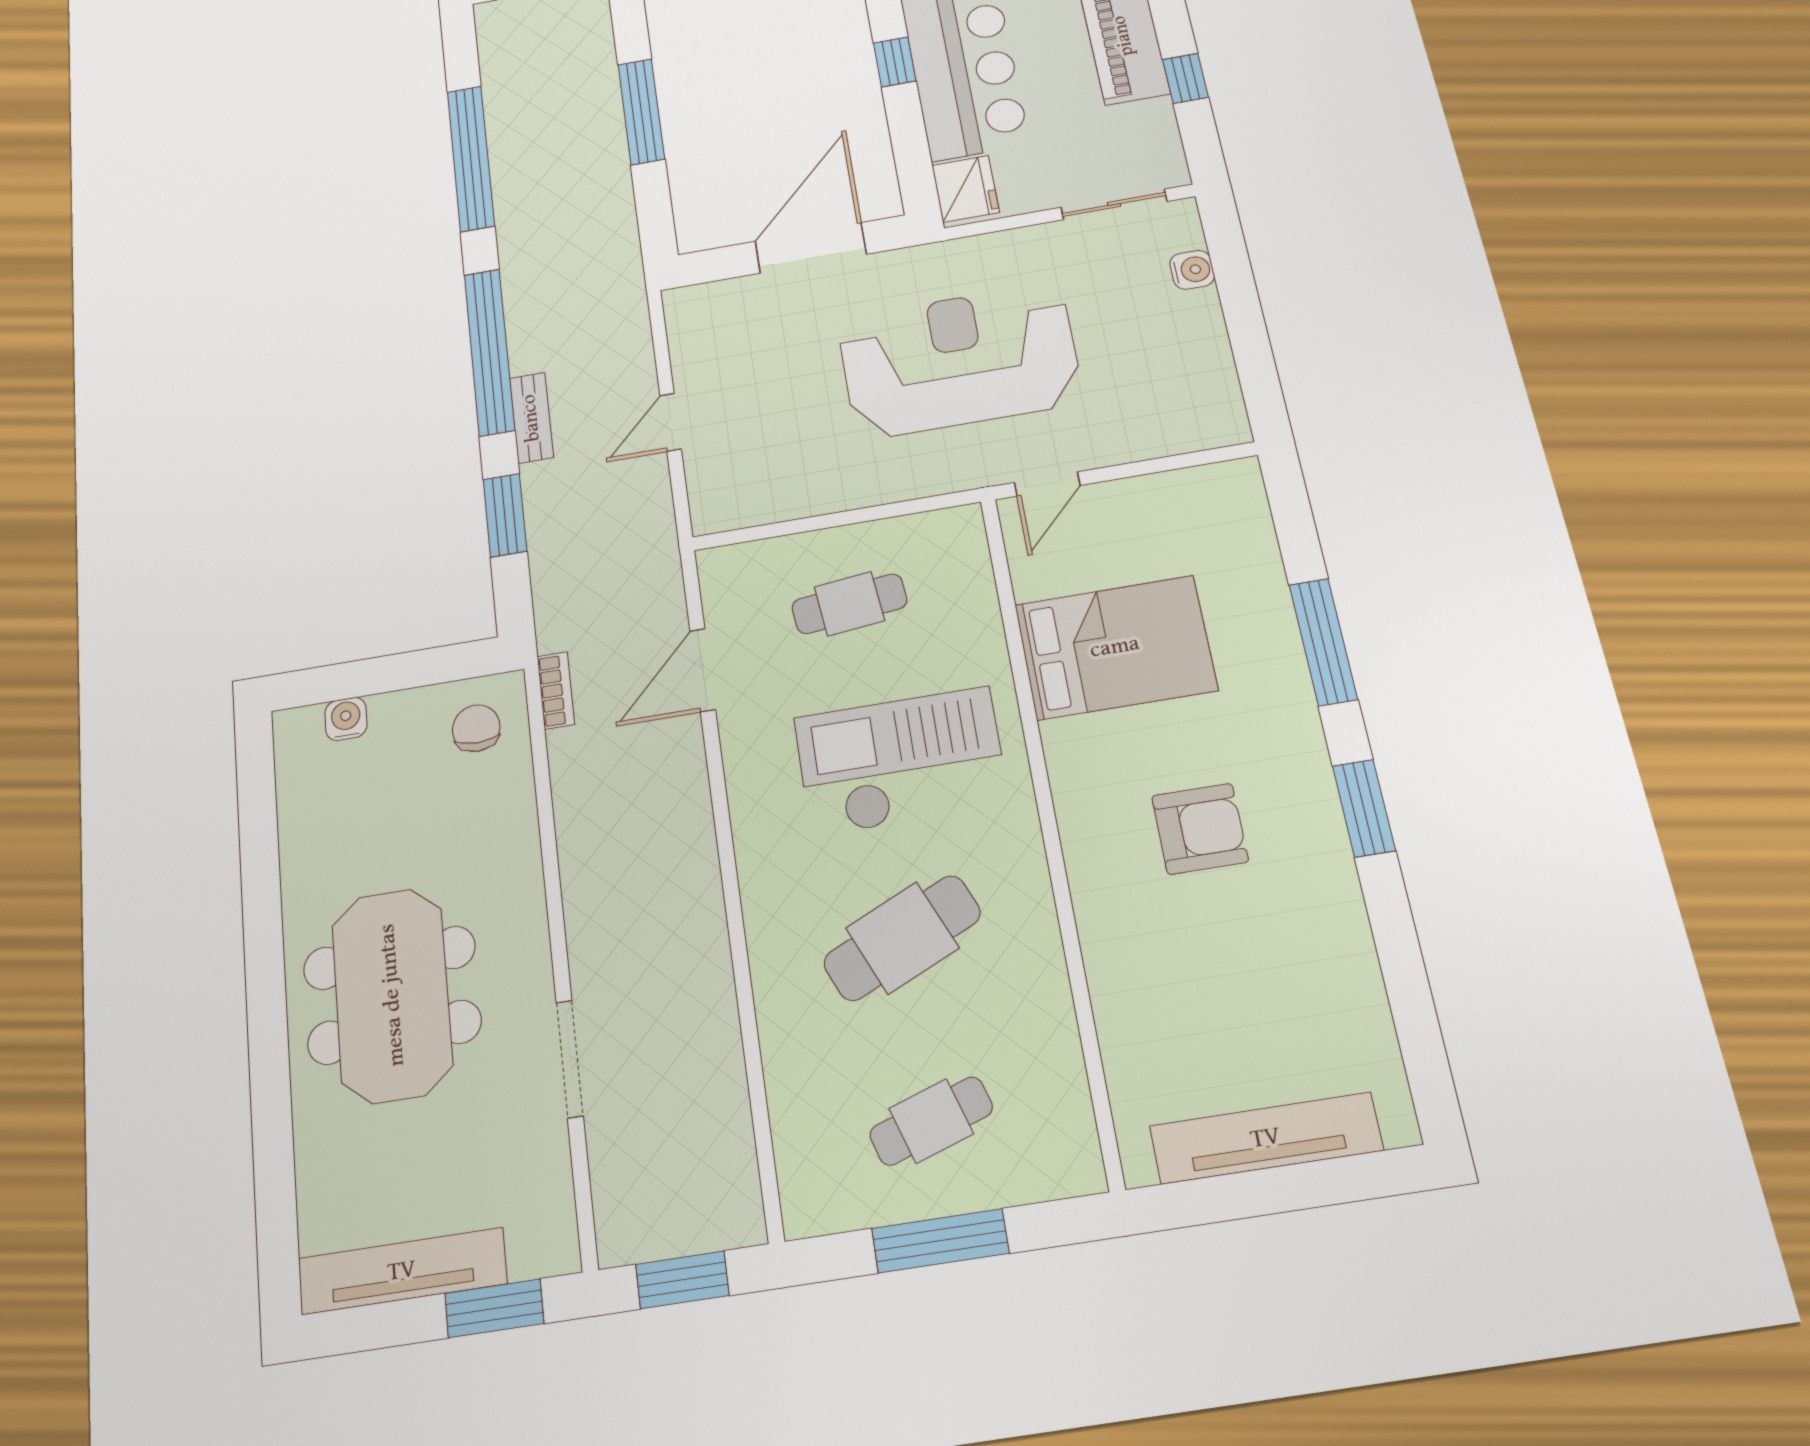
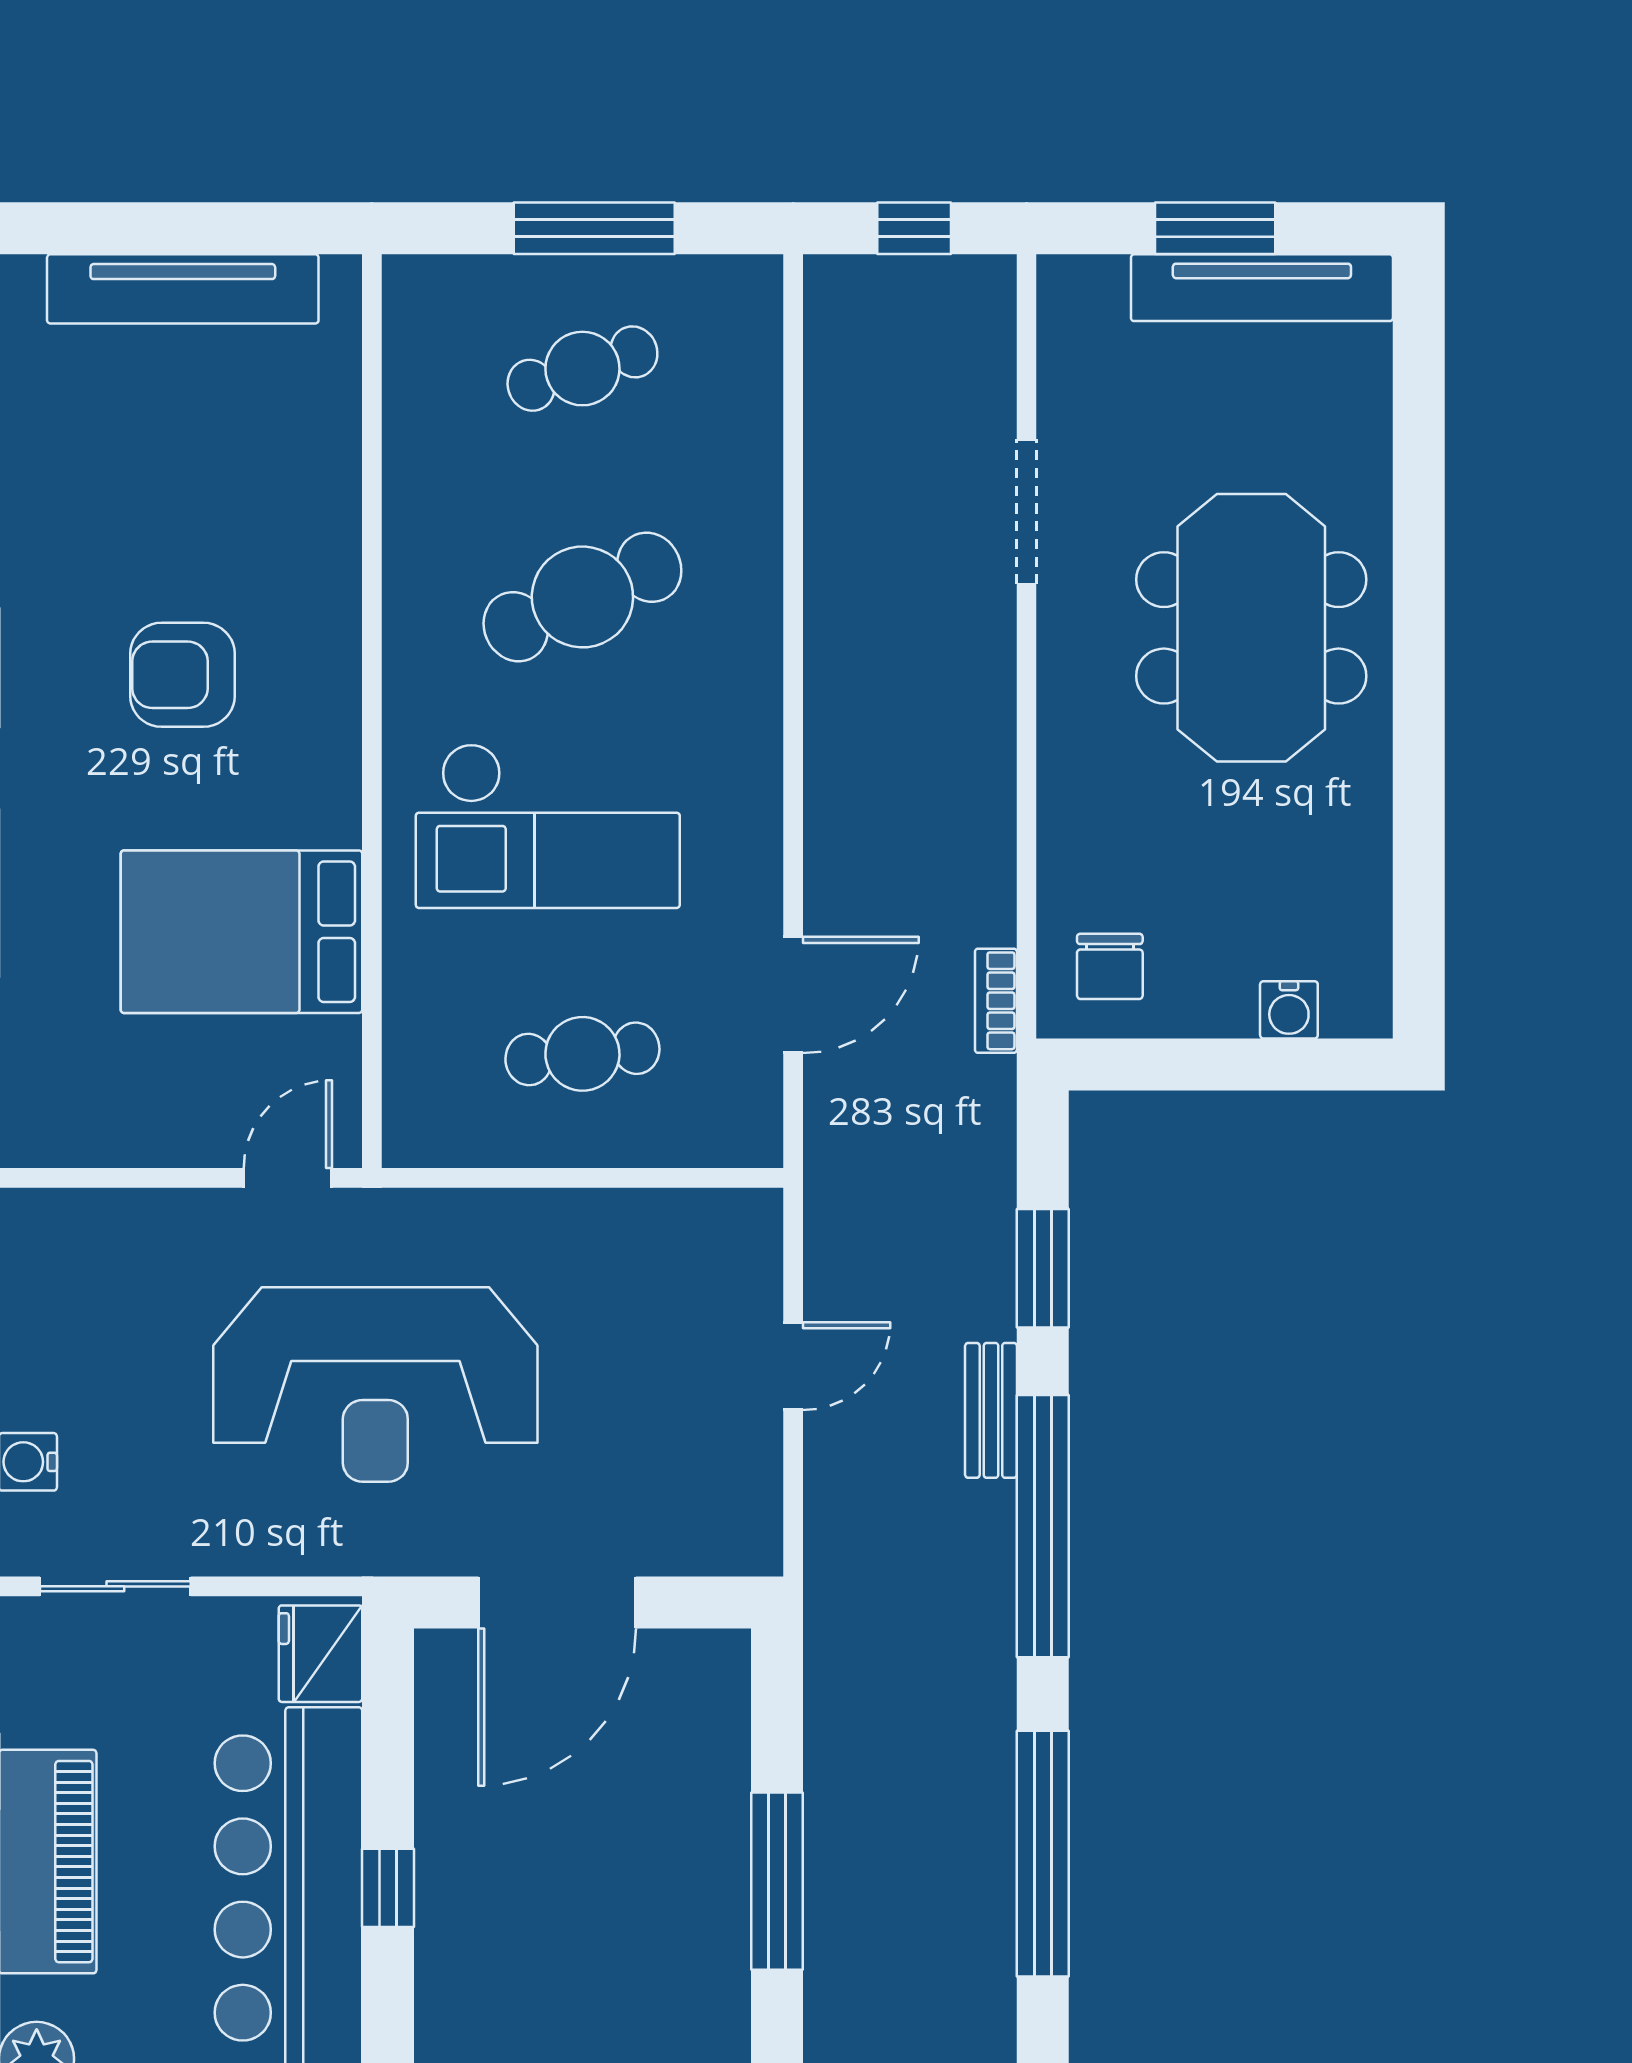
window: (682, 1280) -> (914, 228), width x0.67
window: (494, 1308) -> (1215, 228), moved

